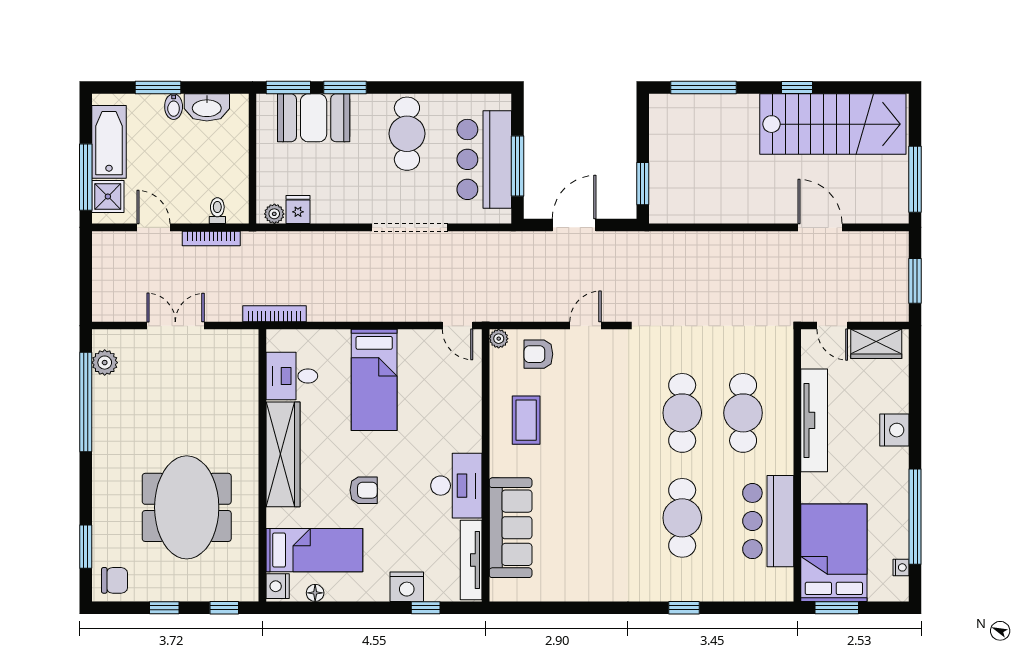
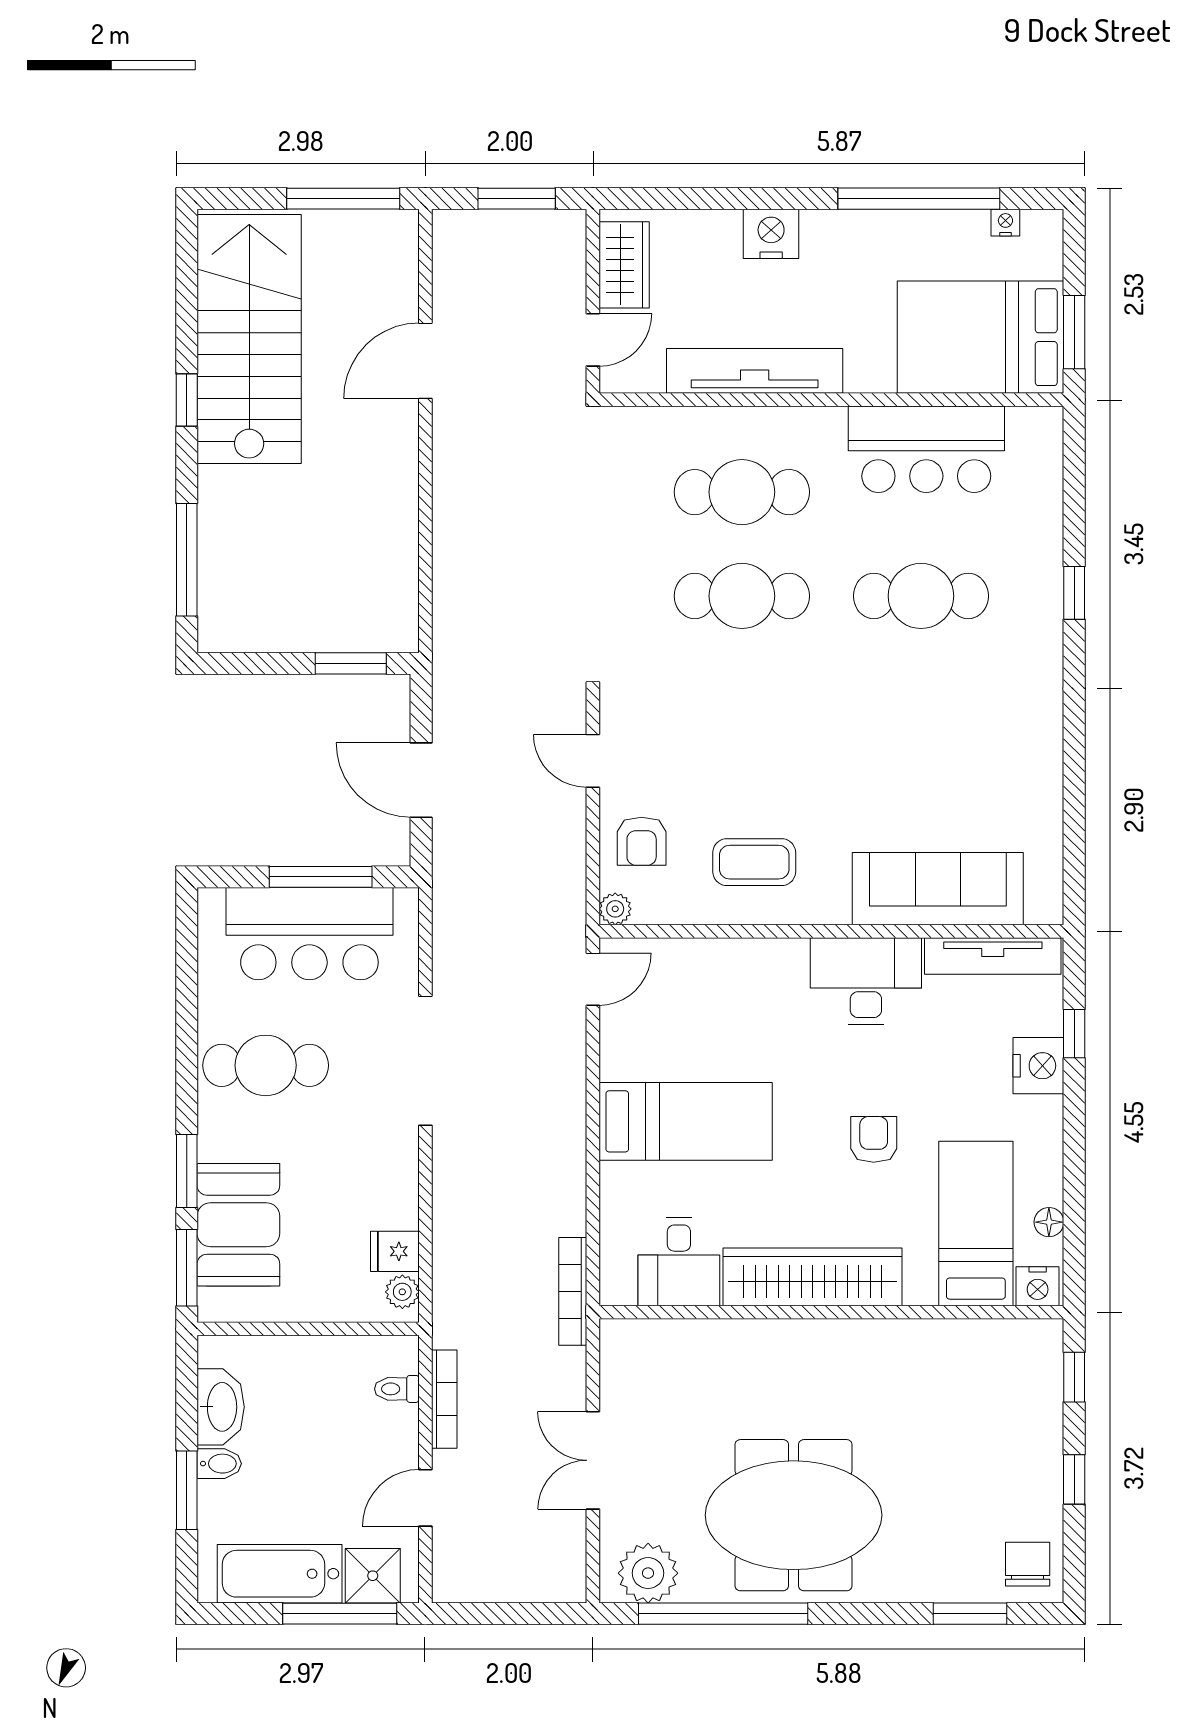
plant: (105, 363) -> (648, 1573), width x1.36, depth x1.36
meeting table: (187, 507) -> (794, 1515), moved

